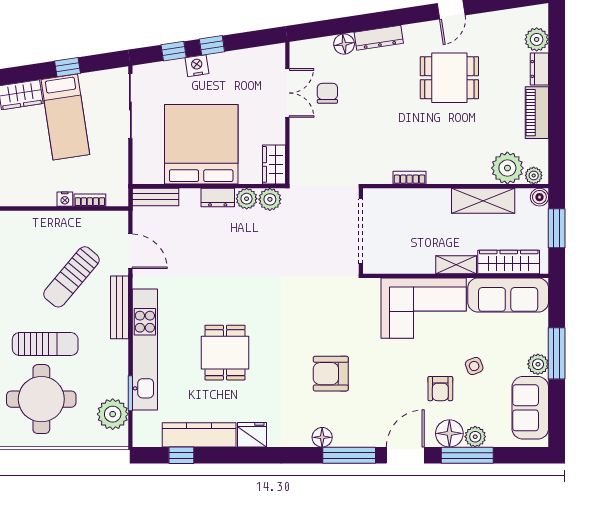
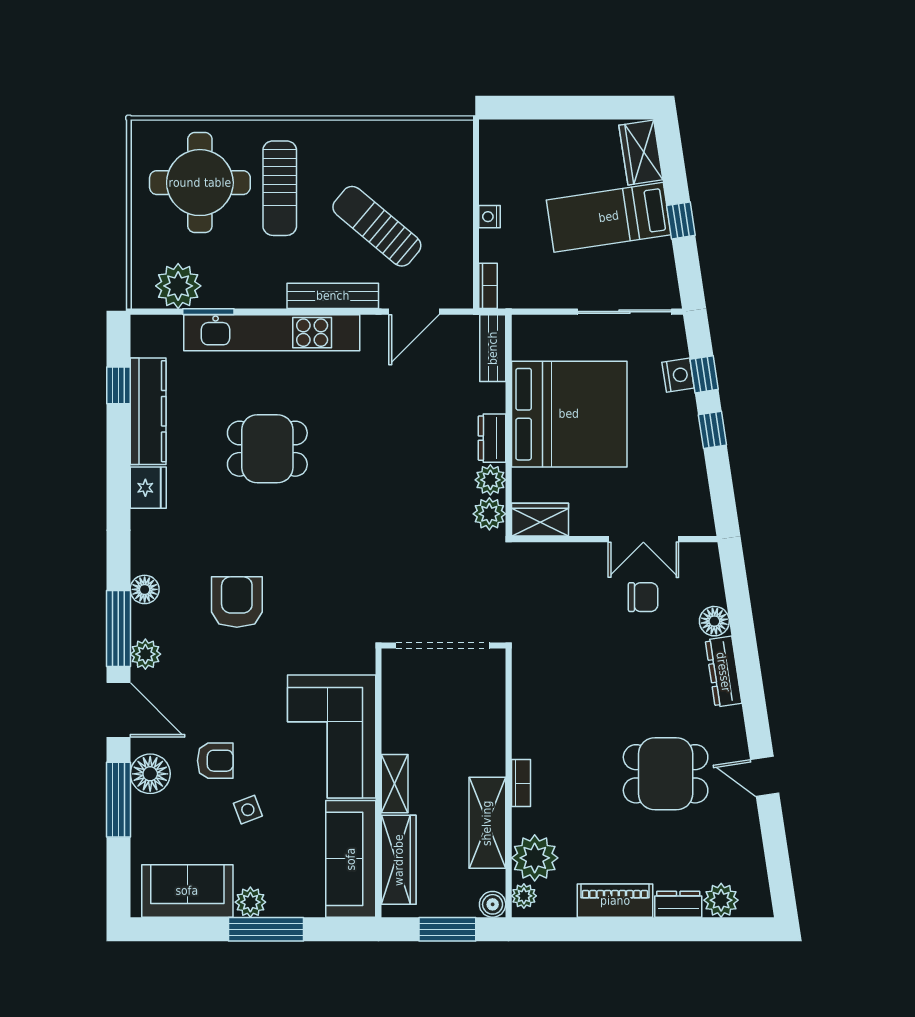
nightstand: (197, 66) -> (678, 375), moved
dining table: (449, 78) -> (666, 774), turned 90
bookcase: (410, 178) -> (521, 783), moved
bookcase: (90, 200) -> (488, 286), moved
armchair: (440, 389) -> (215, 761), turned 180
plant: (475, 437) -> (145, 654), moved

